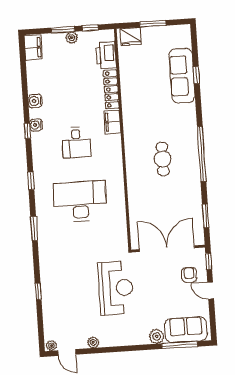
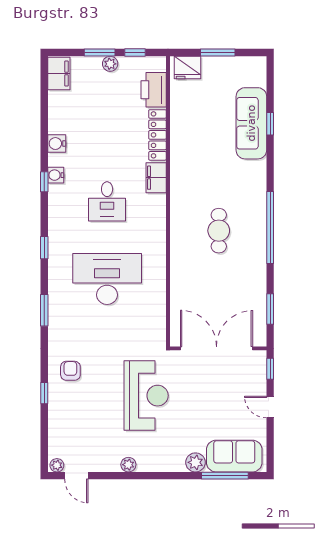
armchair: (189, 275) -> (70, 371), moved
plant: (93, 342) -> (128, 465), moved

